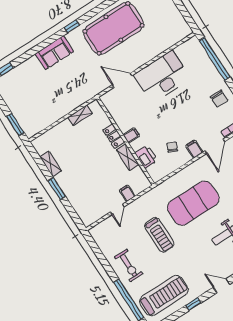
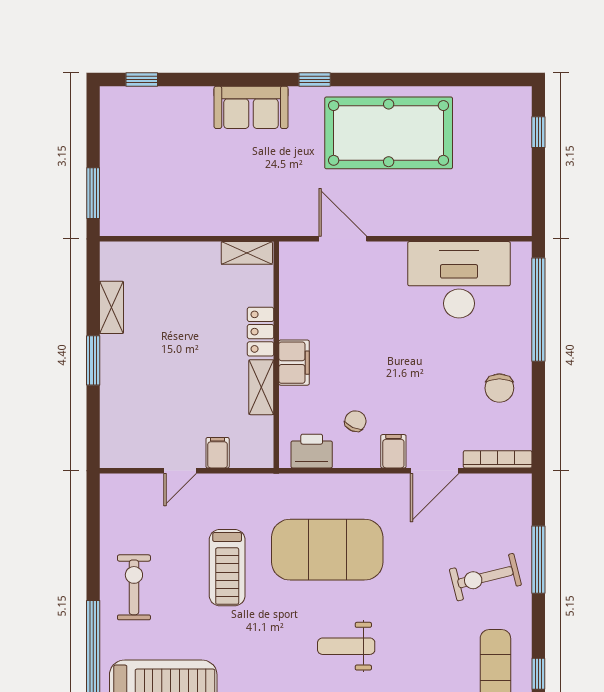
desk: (162, 77) -> (459, 280), moved
shelving: (80, 115) -> (247, 253), moved
filing cabinet: (131, 135) -> (294, 363), width x2.00
printer: (146, 157) -> (312, 451), moved, turned -90
exercise bike: (129, 265) -> (134, 587), turned 180

